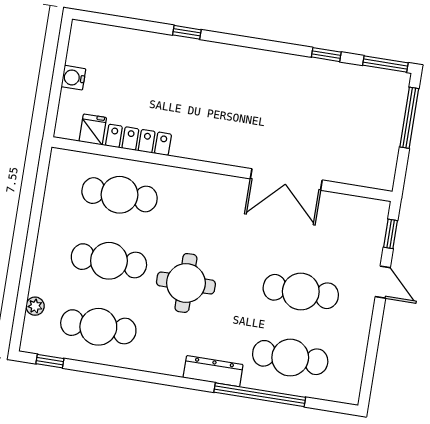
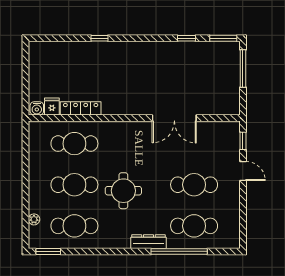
water cooler: (73, 78) -> (37, 108), moved, turned -90
window: (50, 361) -> (48, 251), width x1.50

